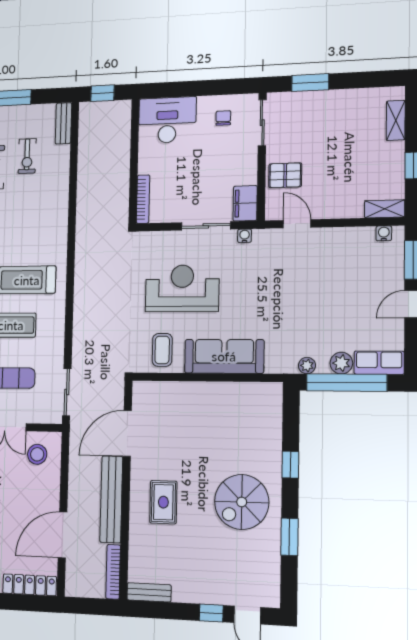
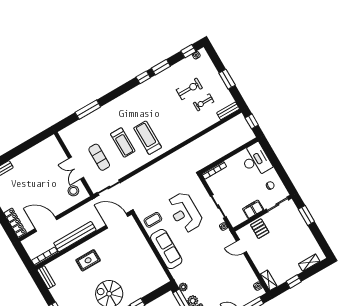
filing cabinet: (245, 203) -> (253, 209), moved
door: (297, 224) -> (241, 246), swing flipped
reception desk: (182, 288) -> (185, 212), turned 180
door: (127, 433) -> (117, 221), moved

